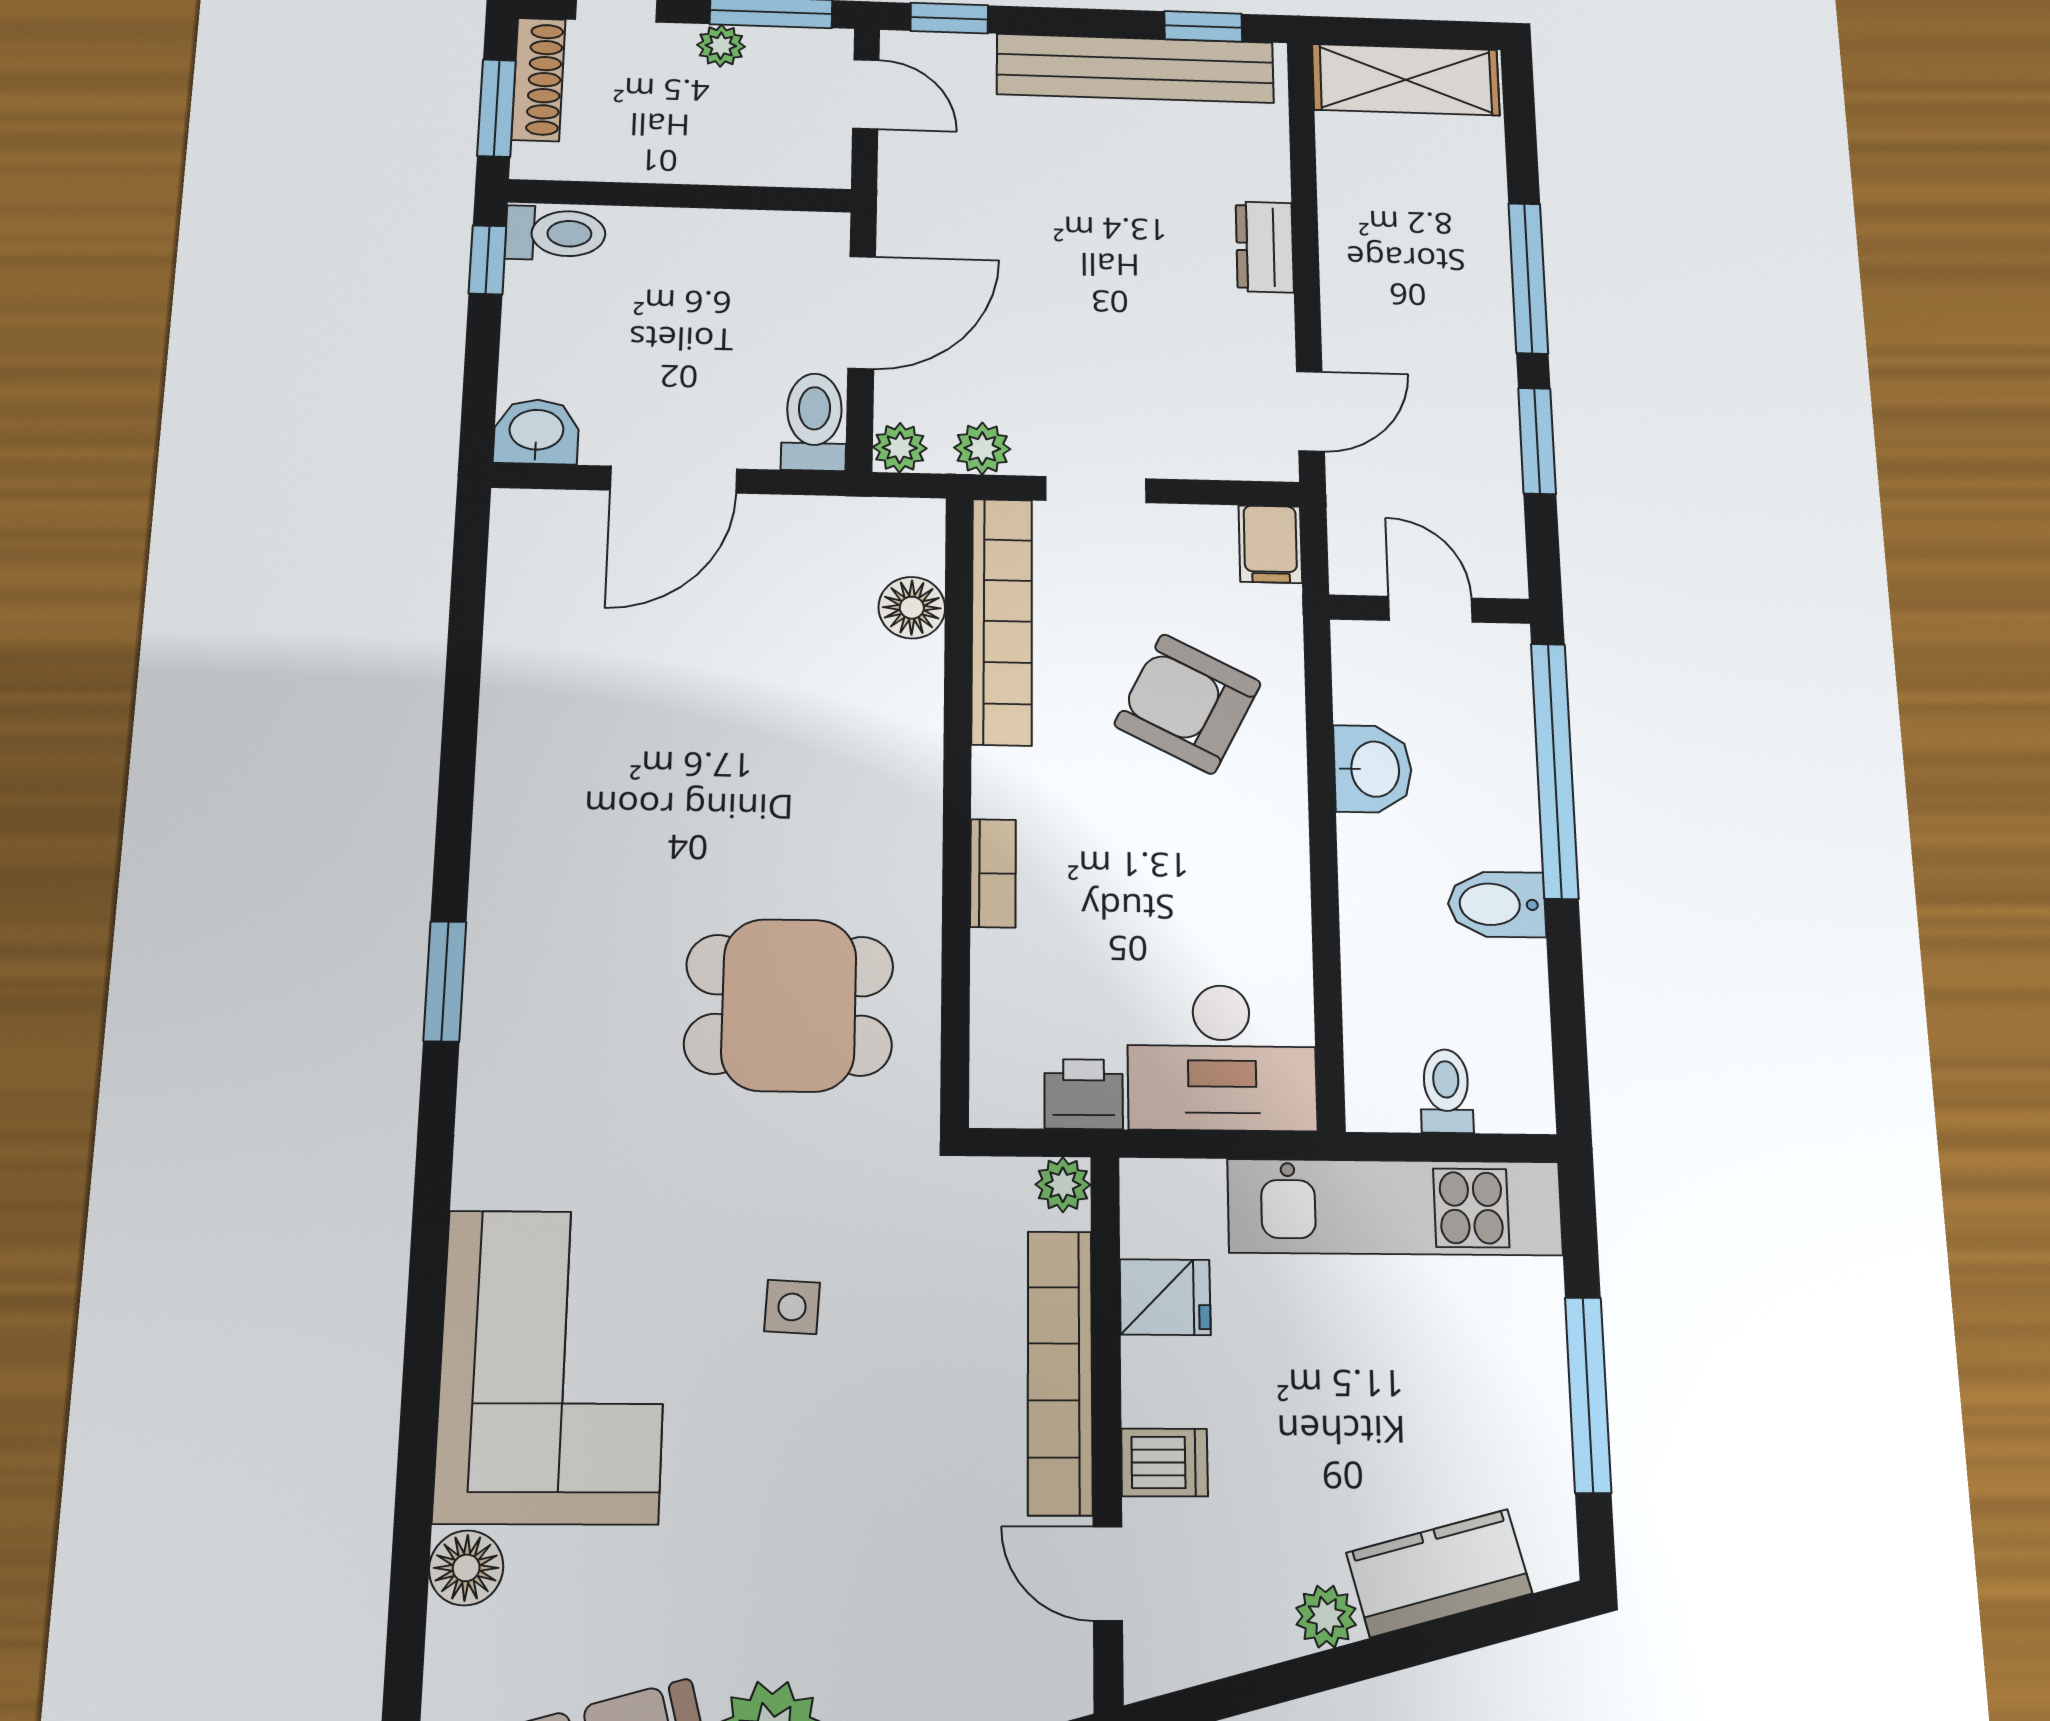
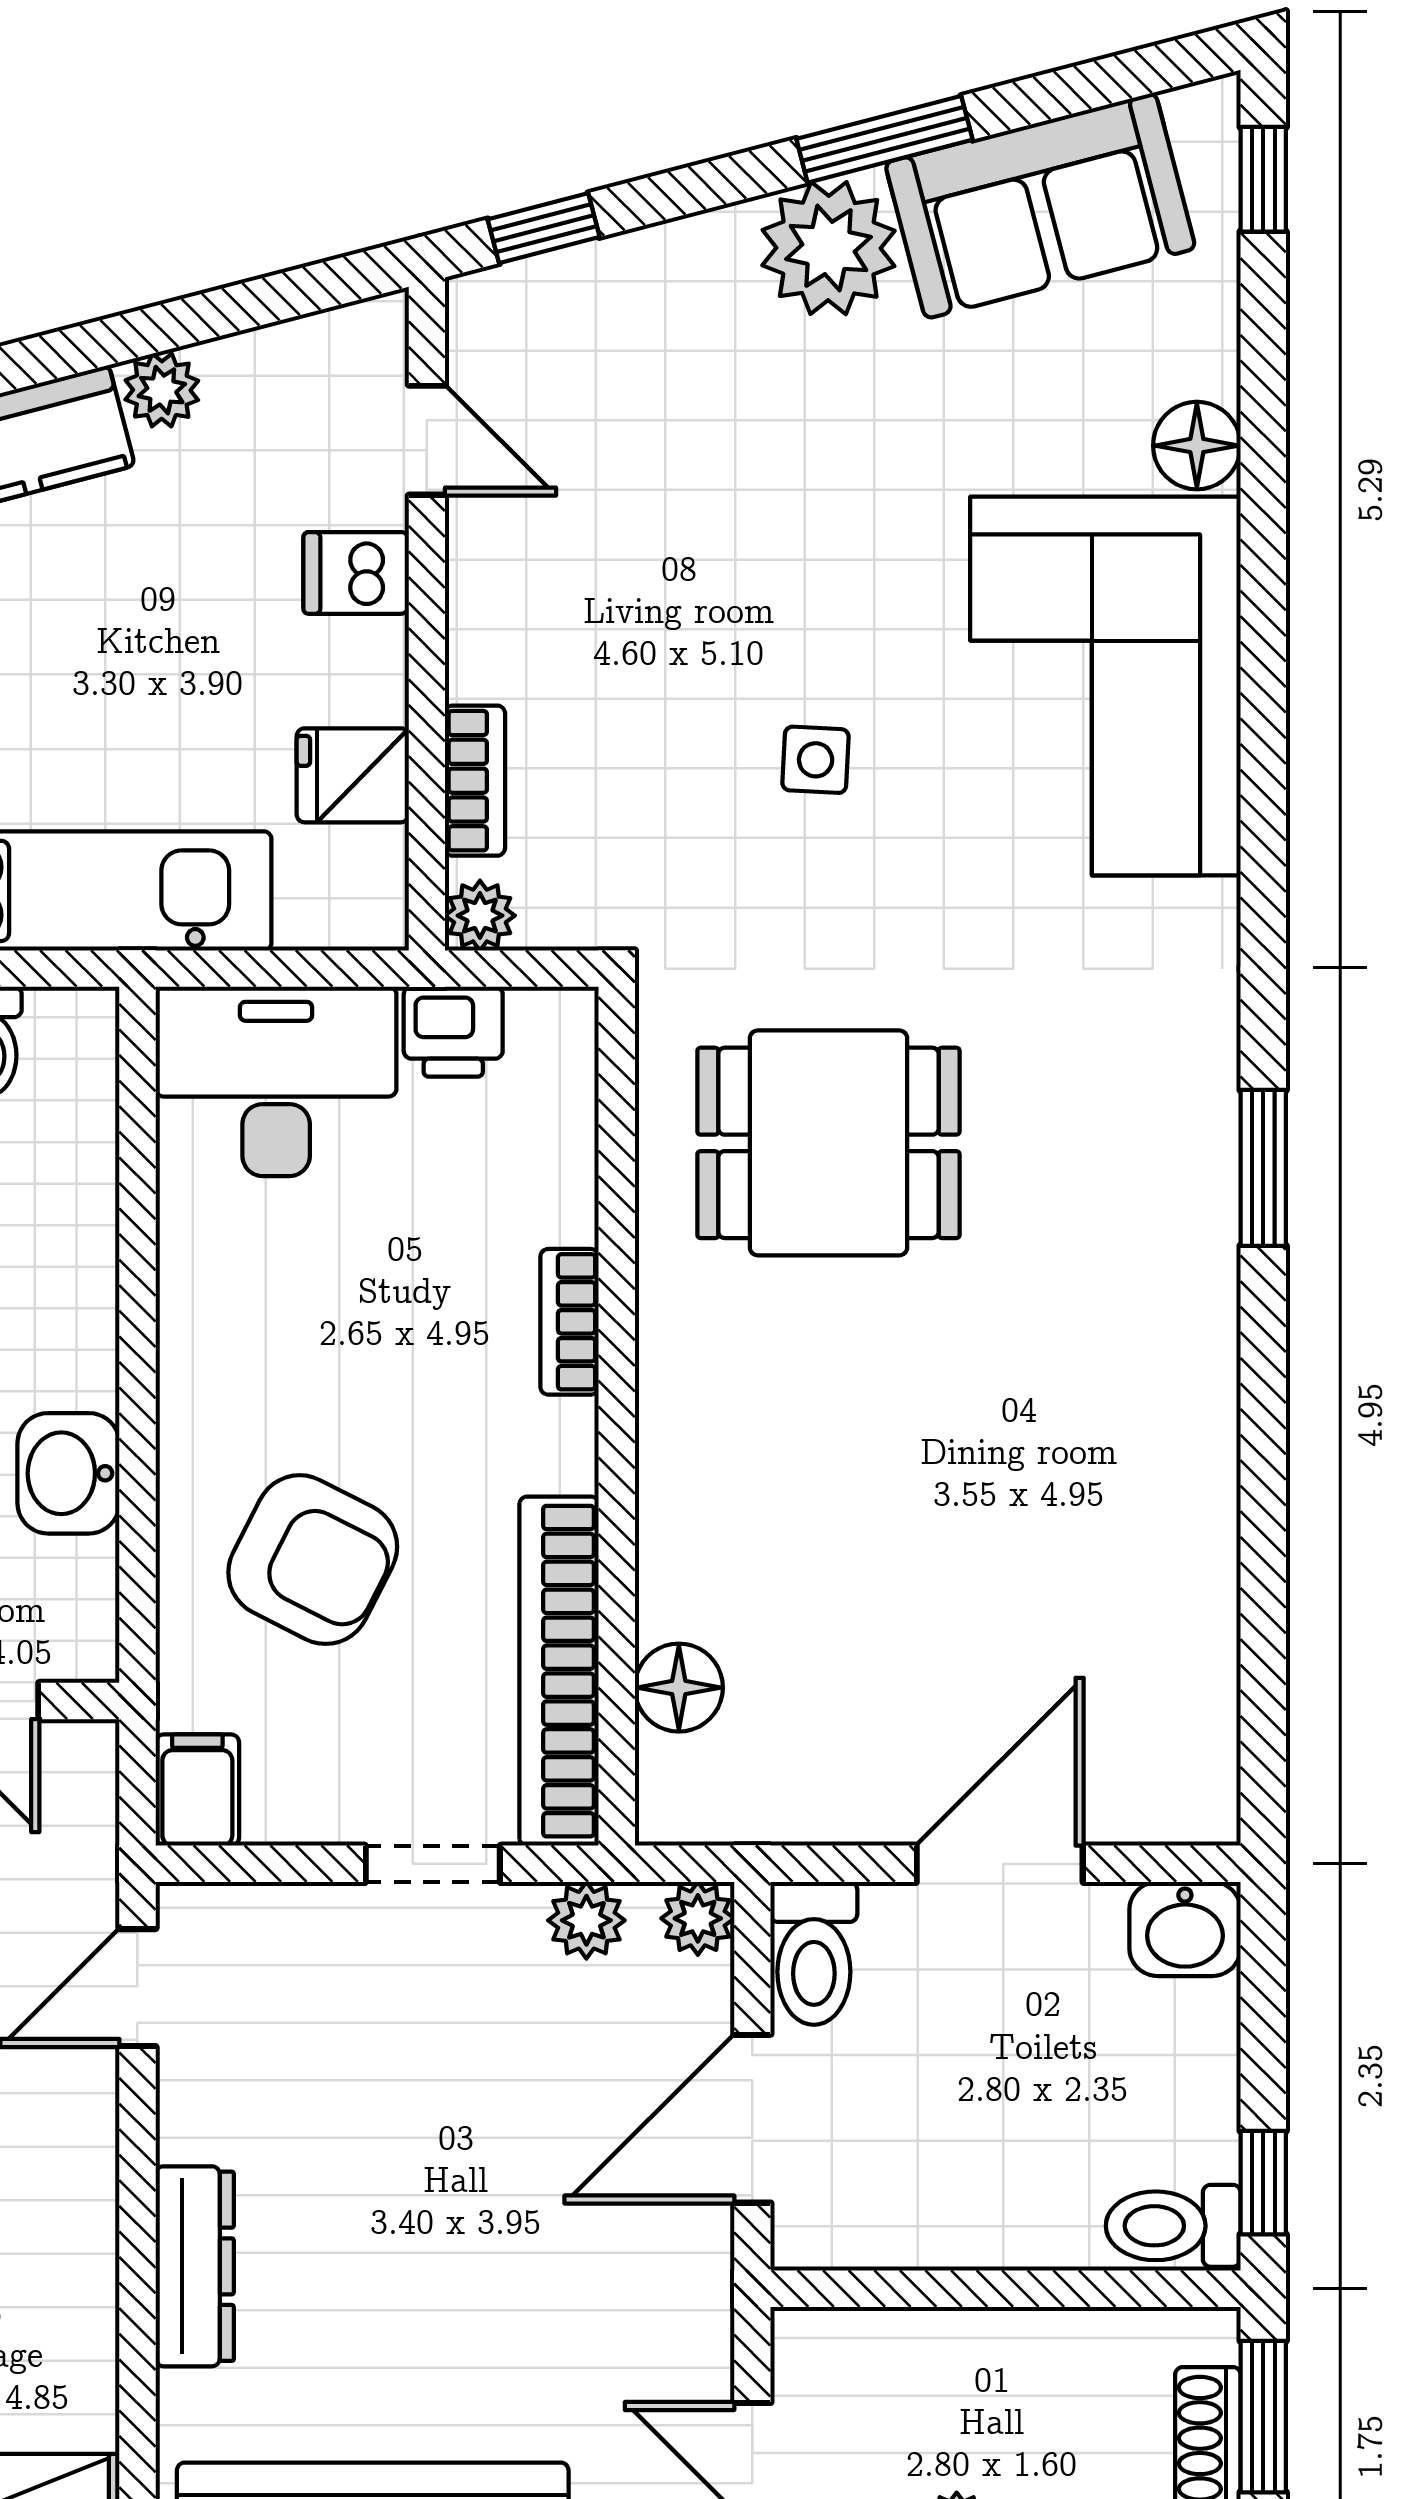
dresser: (1265, 247) -> (195, 2266), width x1.44
bookcase: (1060, 1372) -> (475, 781), width x0.43, depth x0.76

